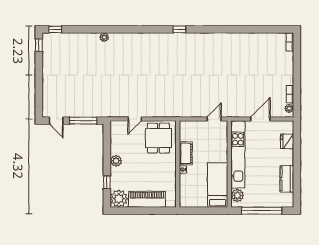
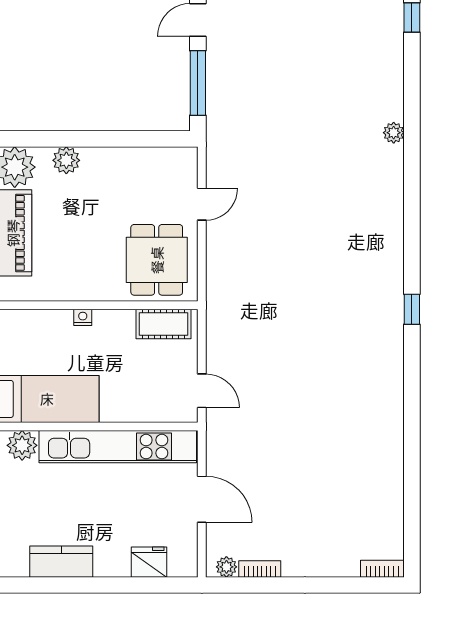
door: (135, 119) -> (202, 204), swing flipped
dining table: (158, 138) -> (157, 260), turned 90
cot: (186, 153) -> (163, 324), moved
plant: (116, 161) -> (66, 160), moved
window: (107, 182) -> (53, 139), removed

